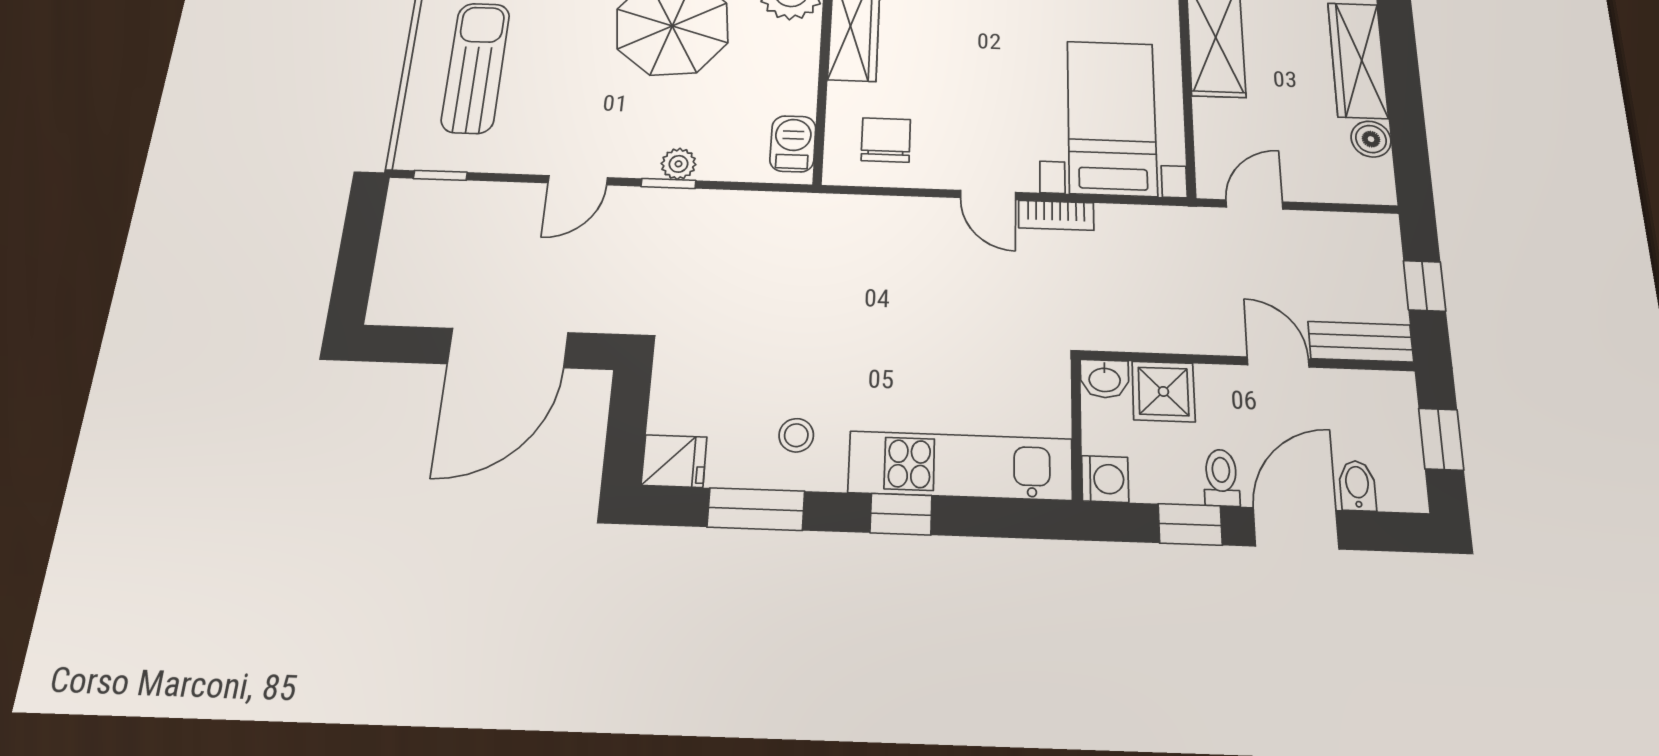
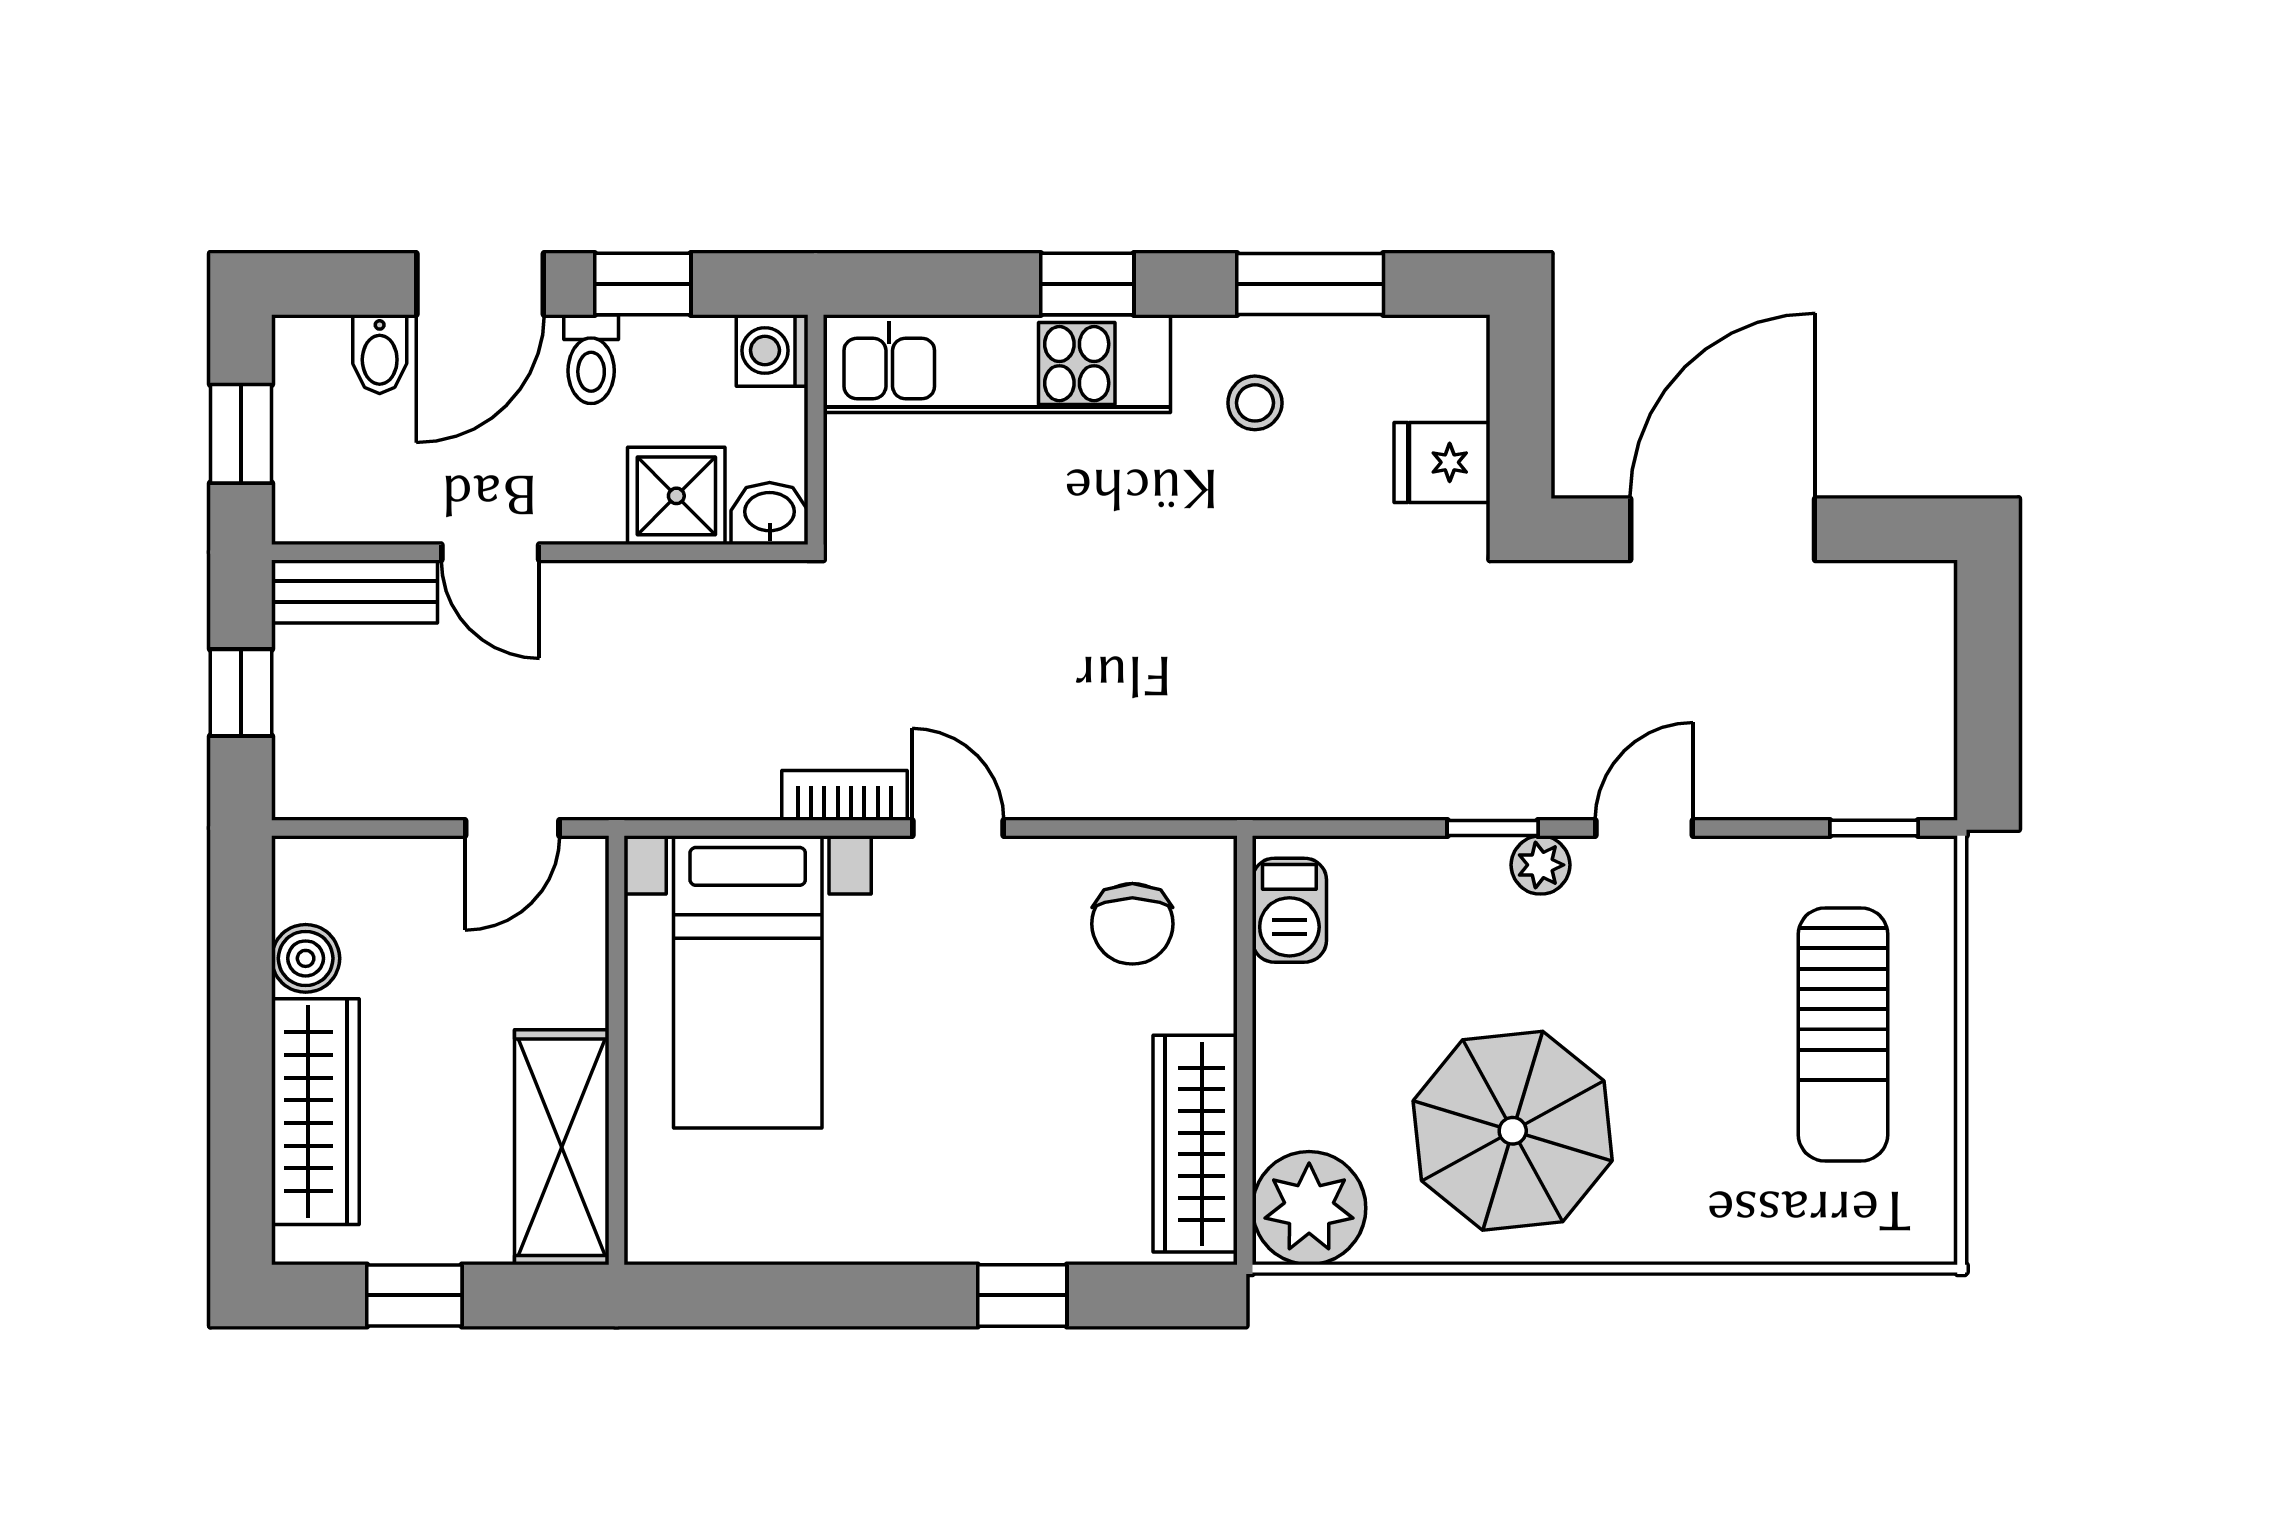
plant: (679, 164) -> (1541, 865), moved
fridge: (674, 461) -> (1442, 462), moved

